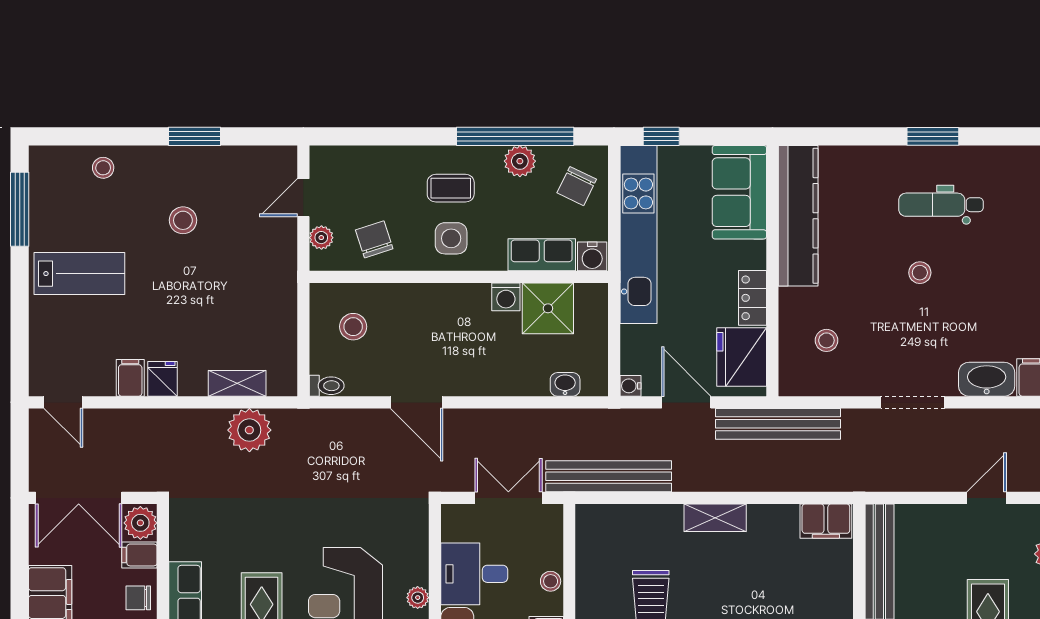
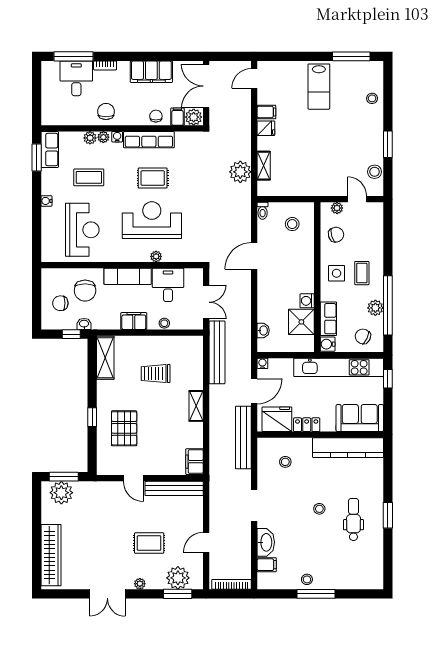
stool: (183, 220) -> (375, 172), moved
door: (987, 498) -> (206, 542), swing flipped

